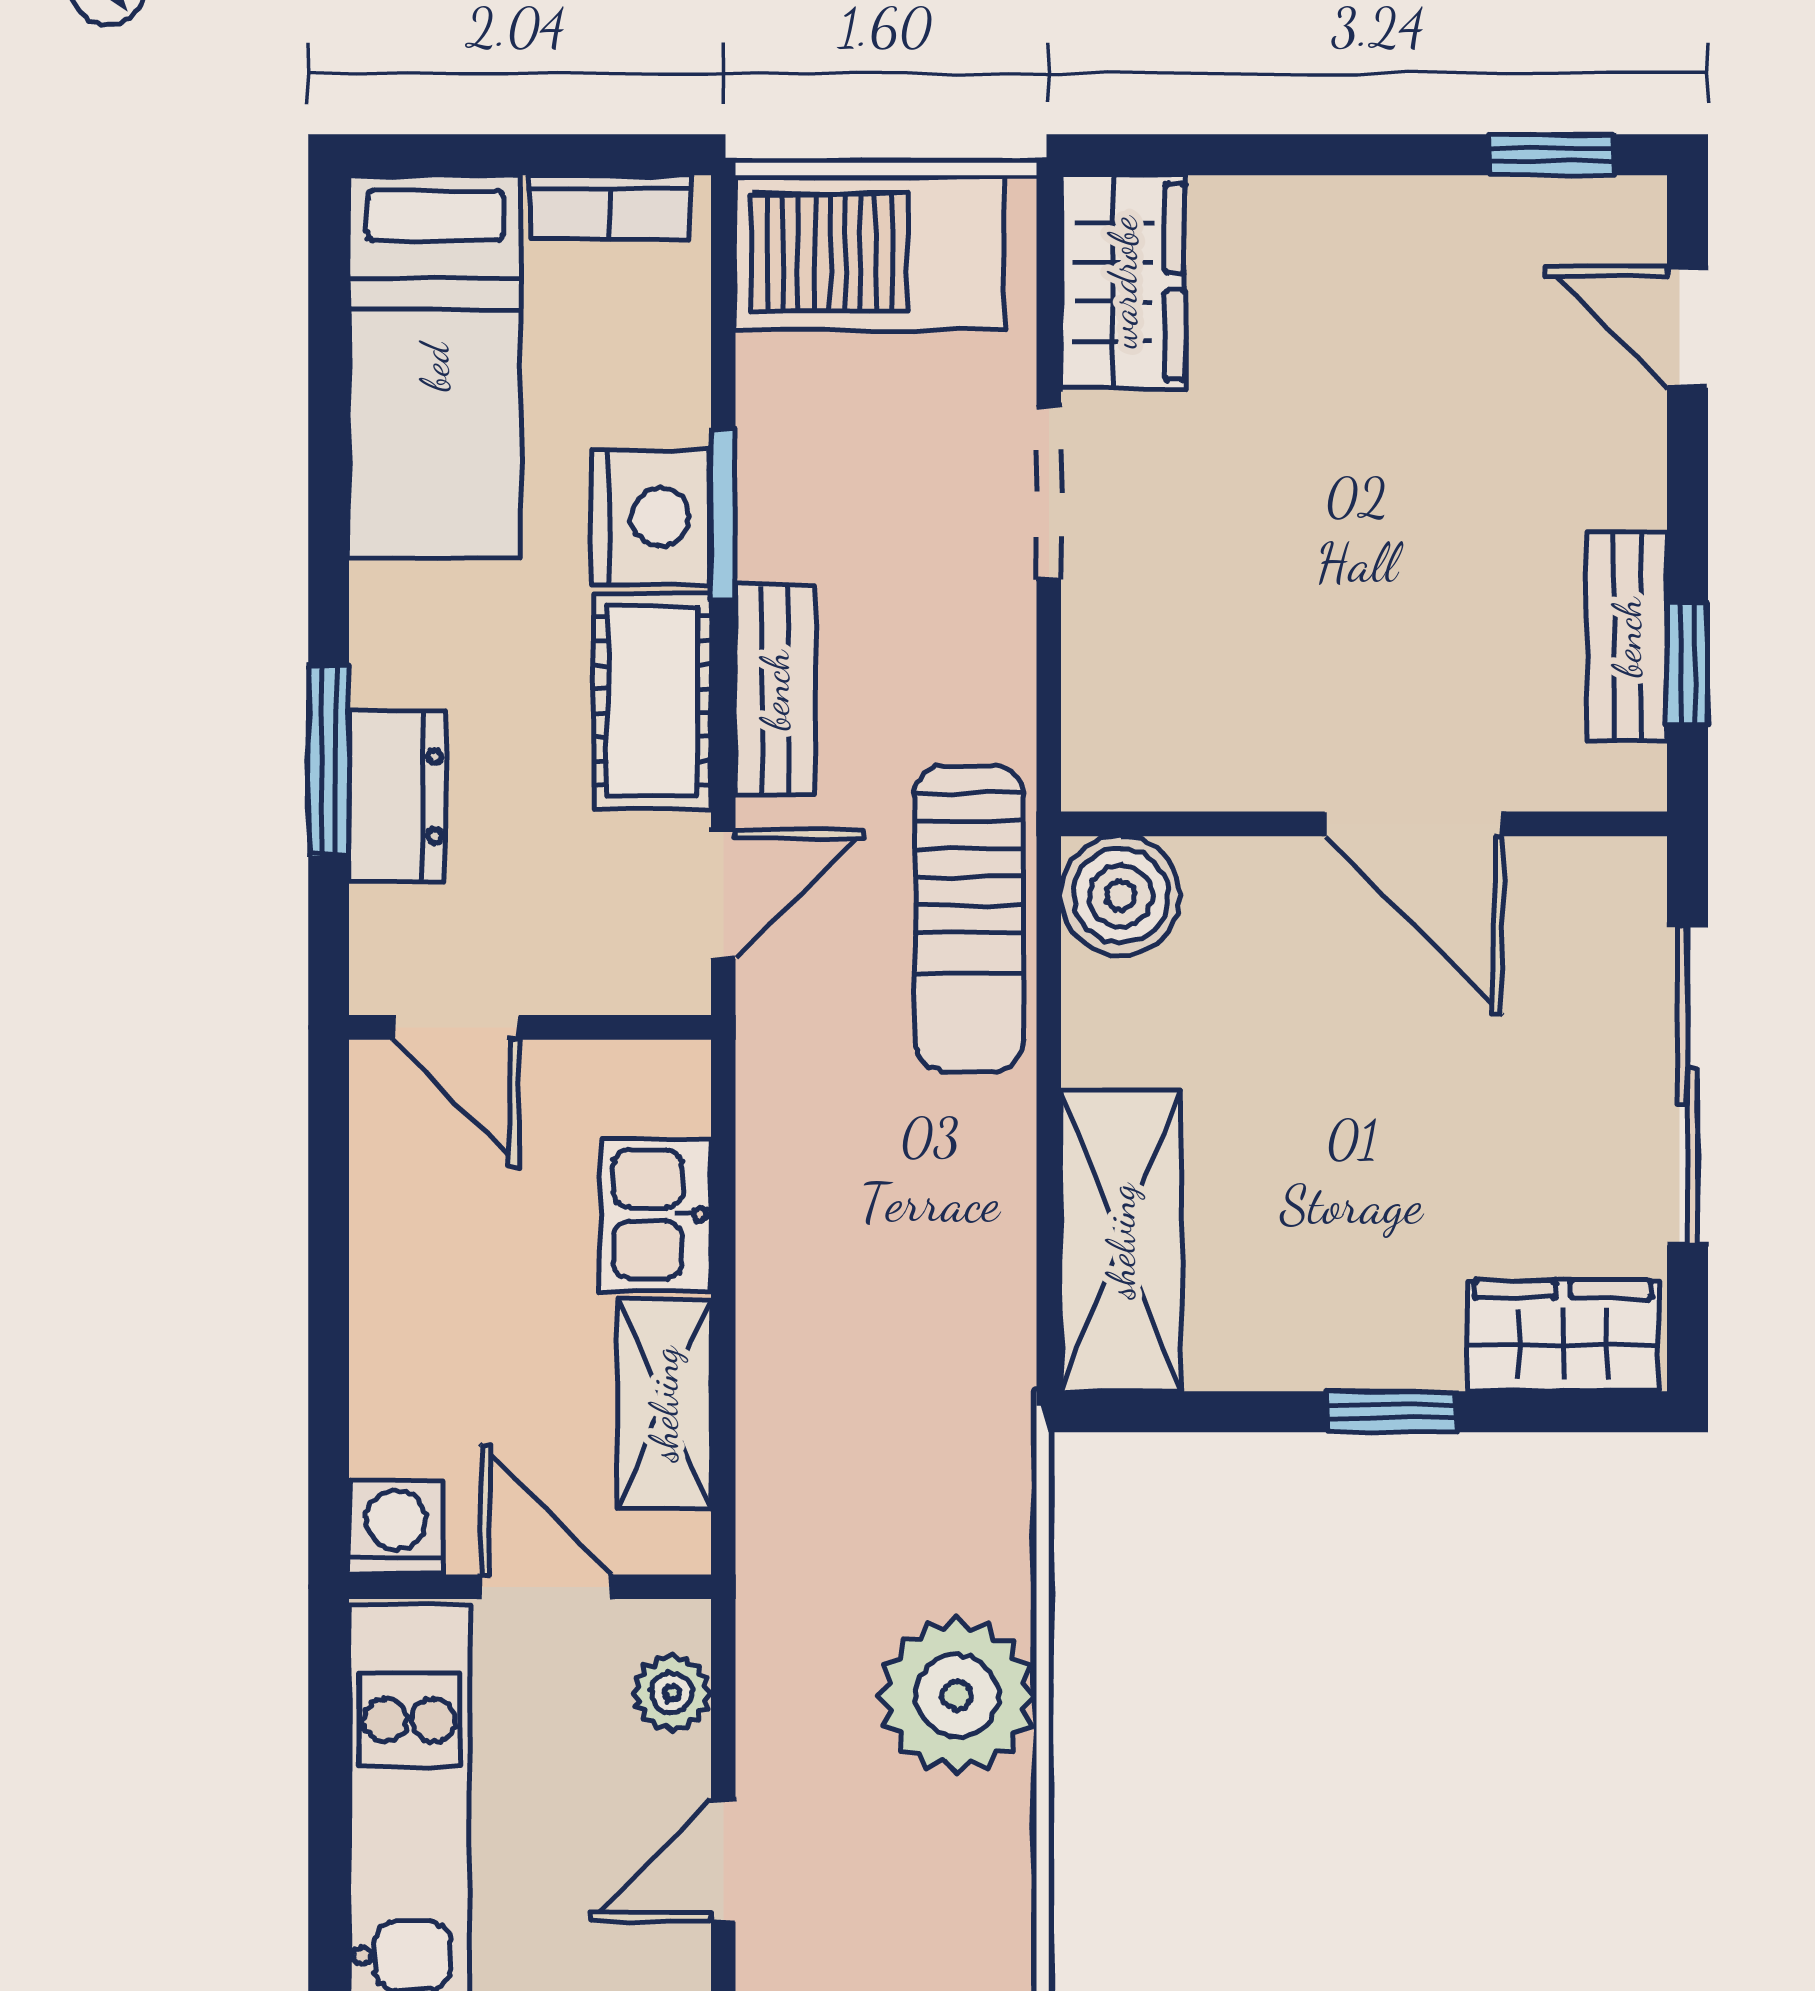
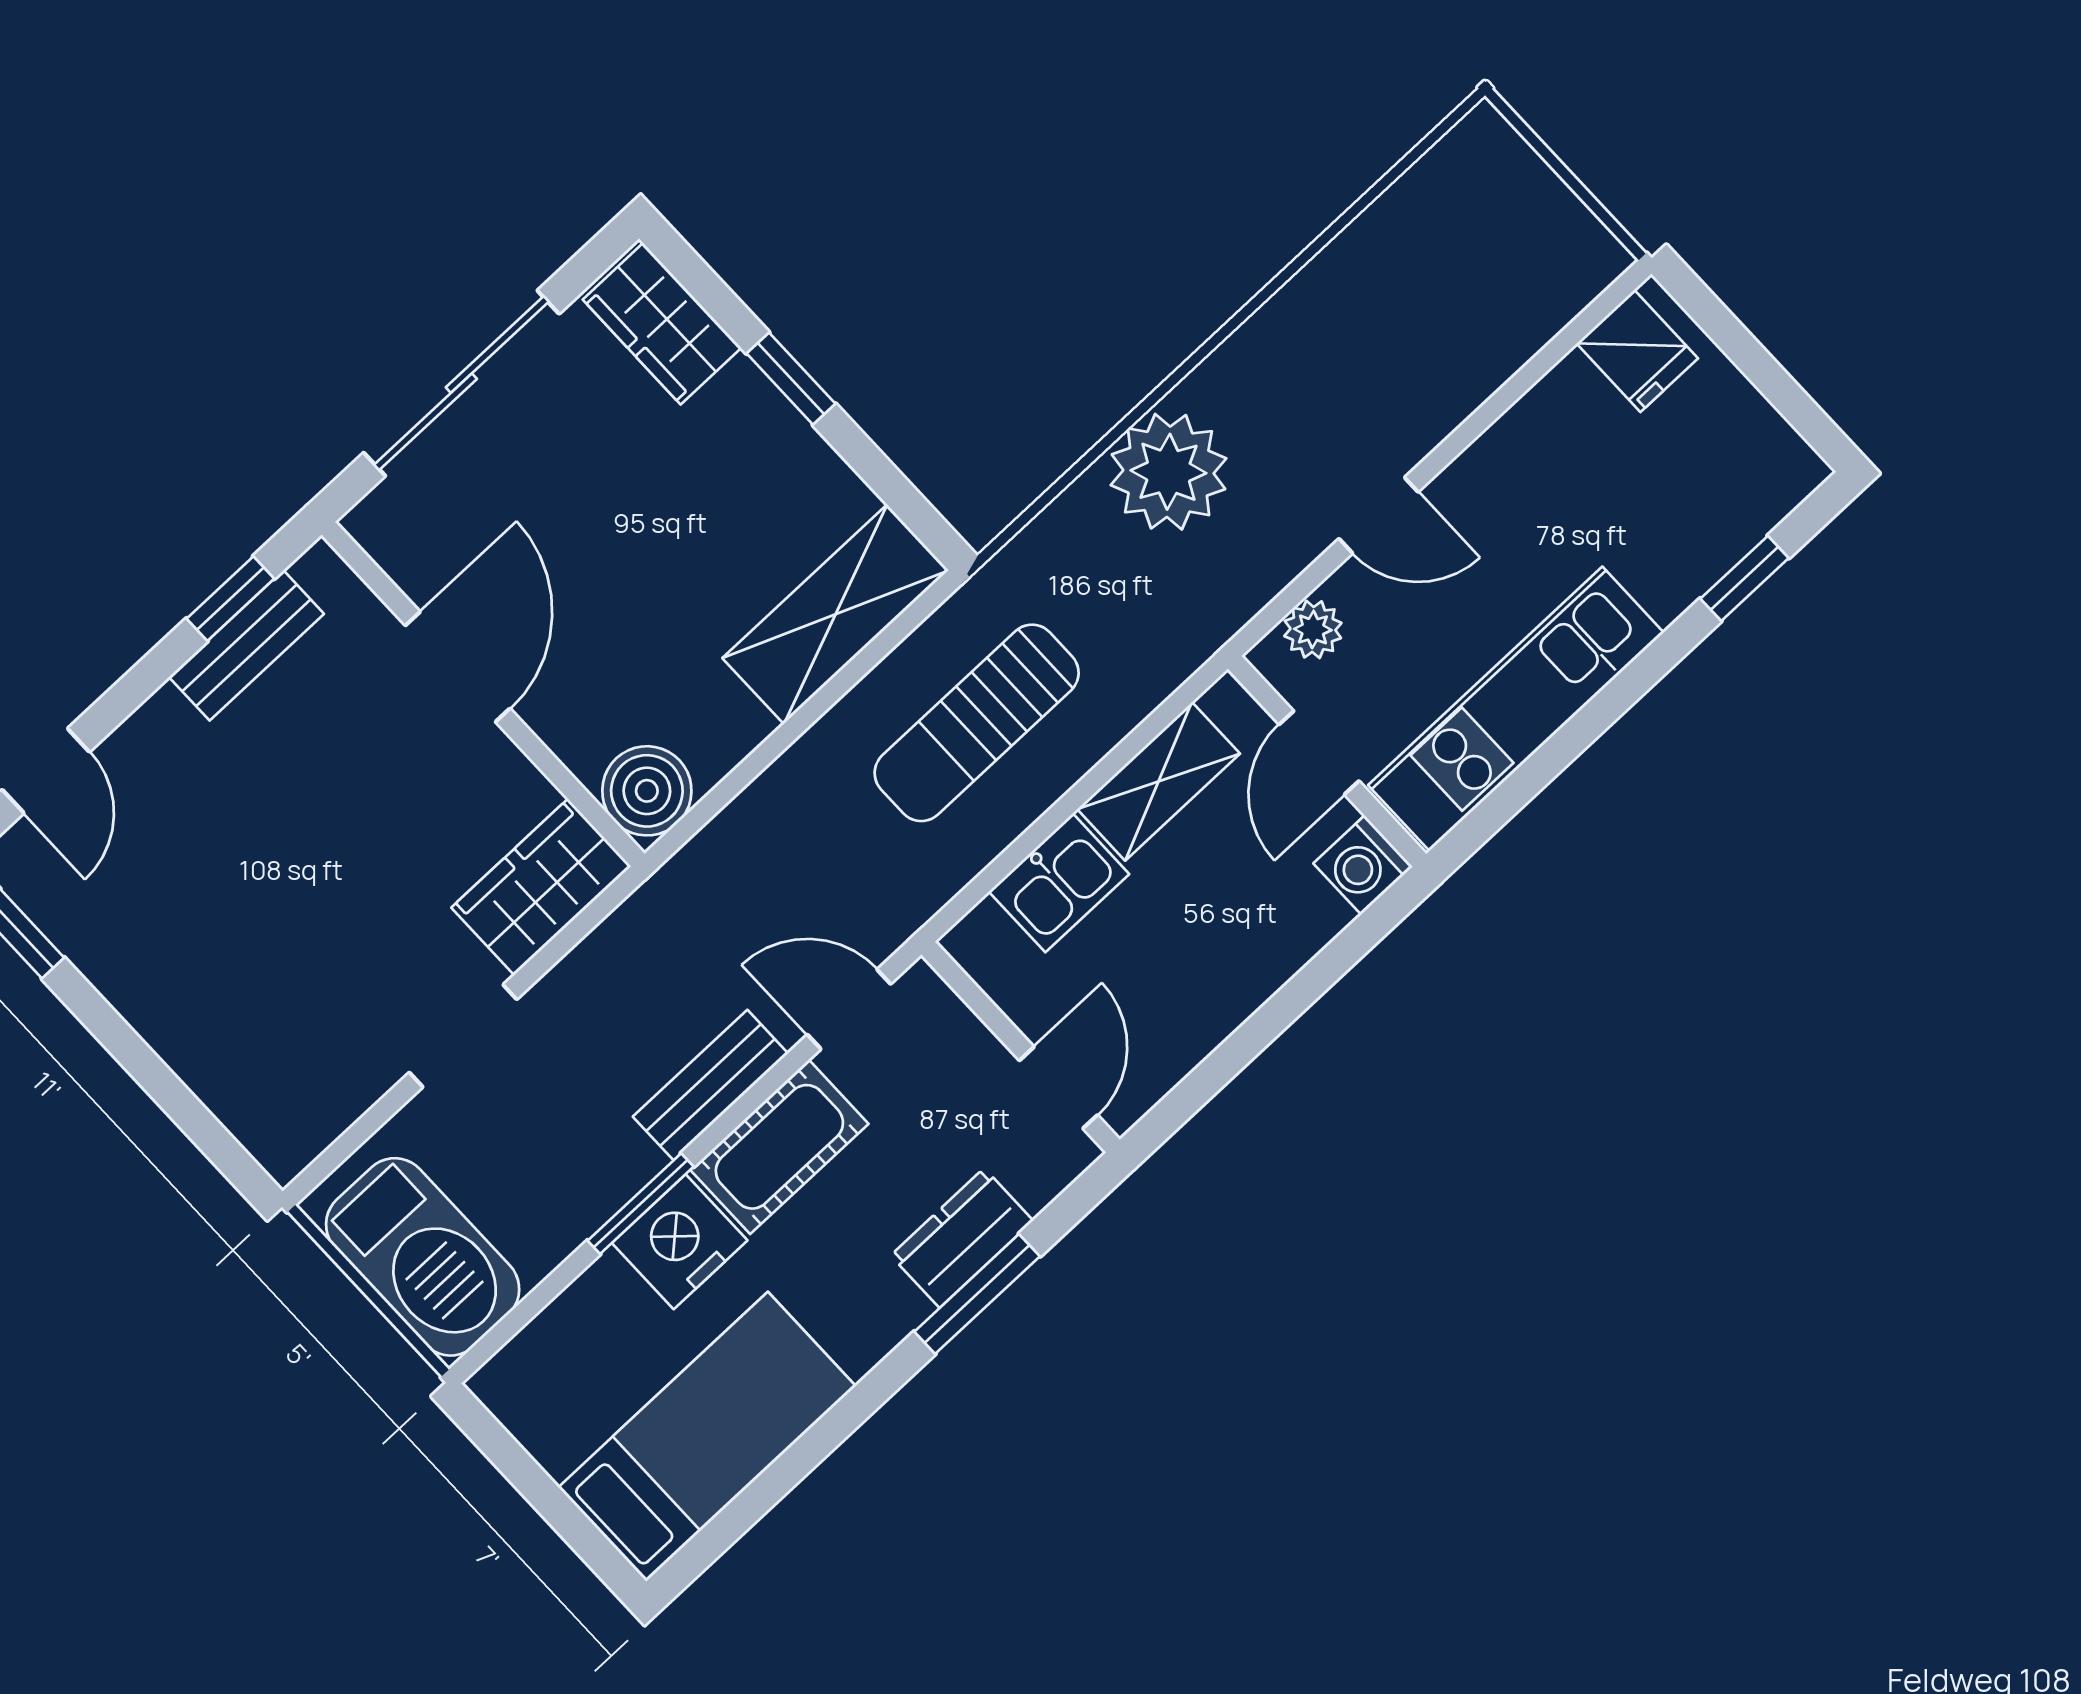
bookcase: (610, 207) -> (531, 1422), removed
wardrobe: (1123, 282) -> (541, 887), moved
sun lounger: (969, 919) -> (977, 723), moved, turned 180

